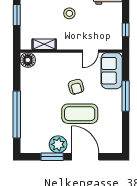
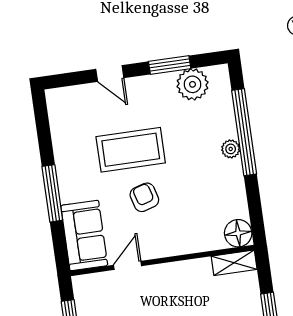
shelving: (44, 44) -> (234, 263), moved
plant: (25, 106) -> (231, 149), added
plant: (58, 144) -> (192, 84), moved
door: (85, 157) -> (110, 74), width x0.53

